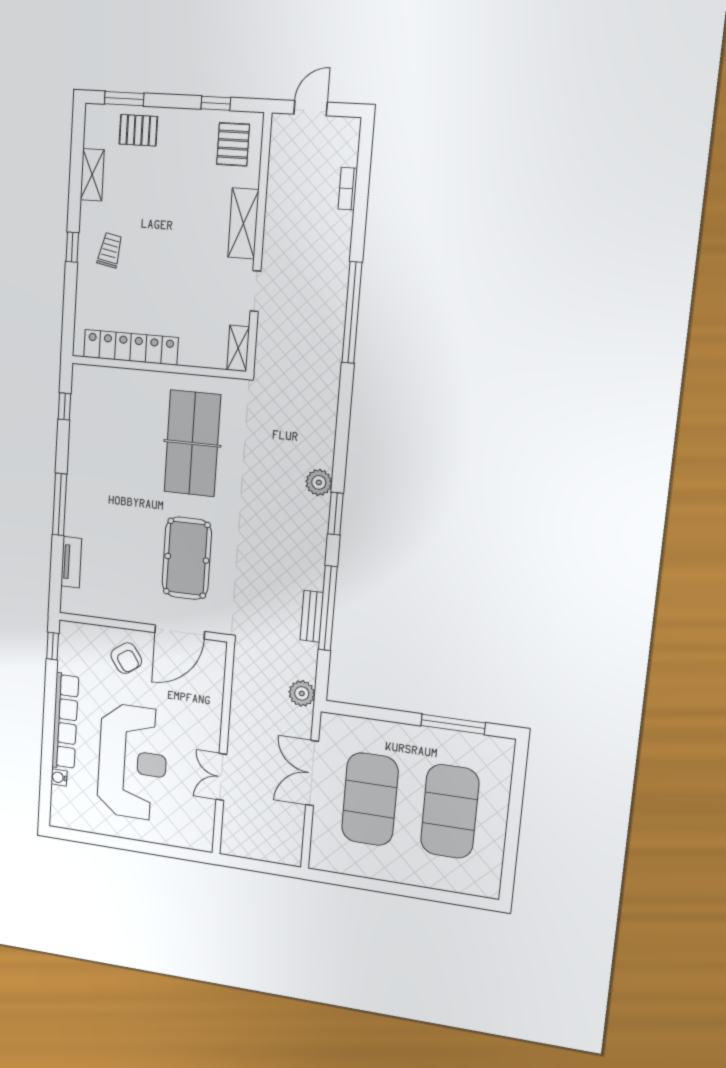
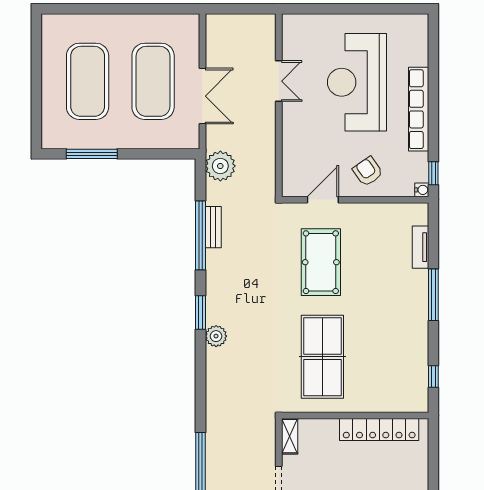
door: (180, 632) -> (323, 200), width x0.73
plant: (302, 693) -> (220, 166), width x1.36, depth x1.36
water cooler: (59, 777) -> (422, 190), moved

